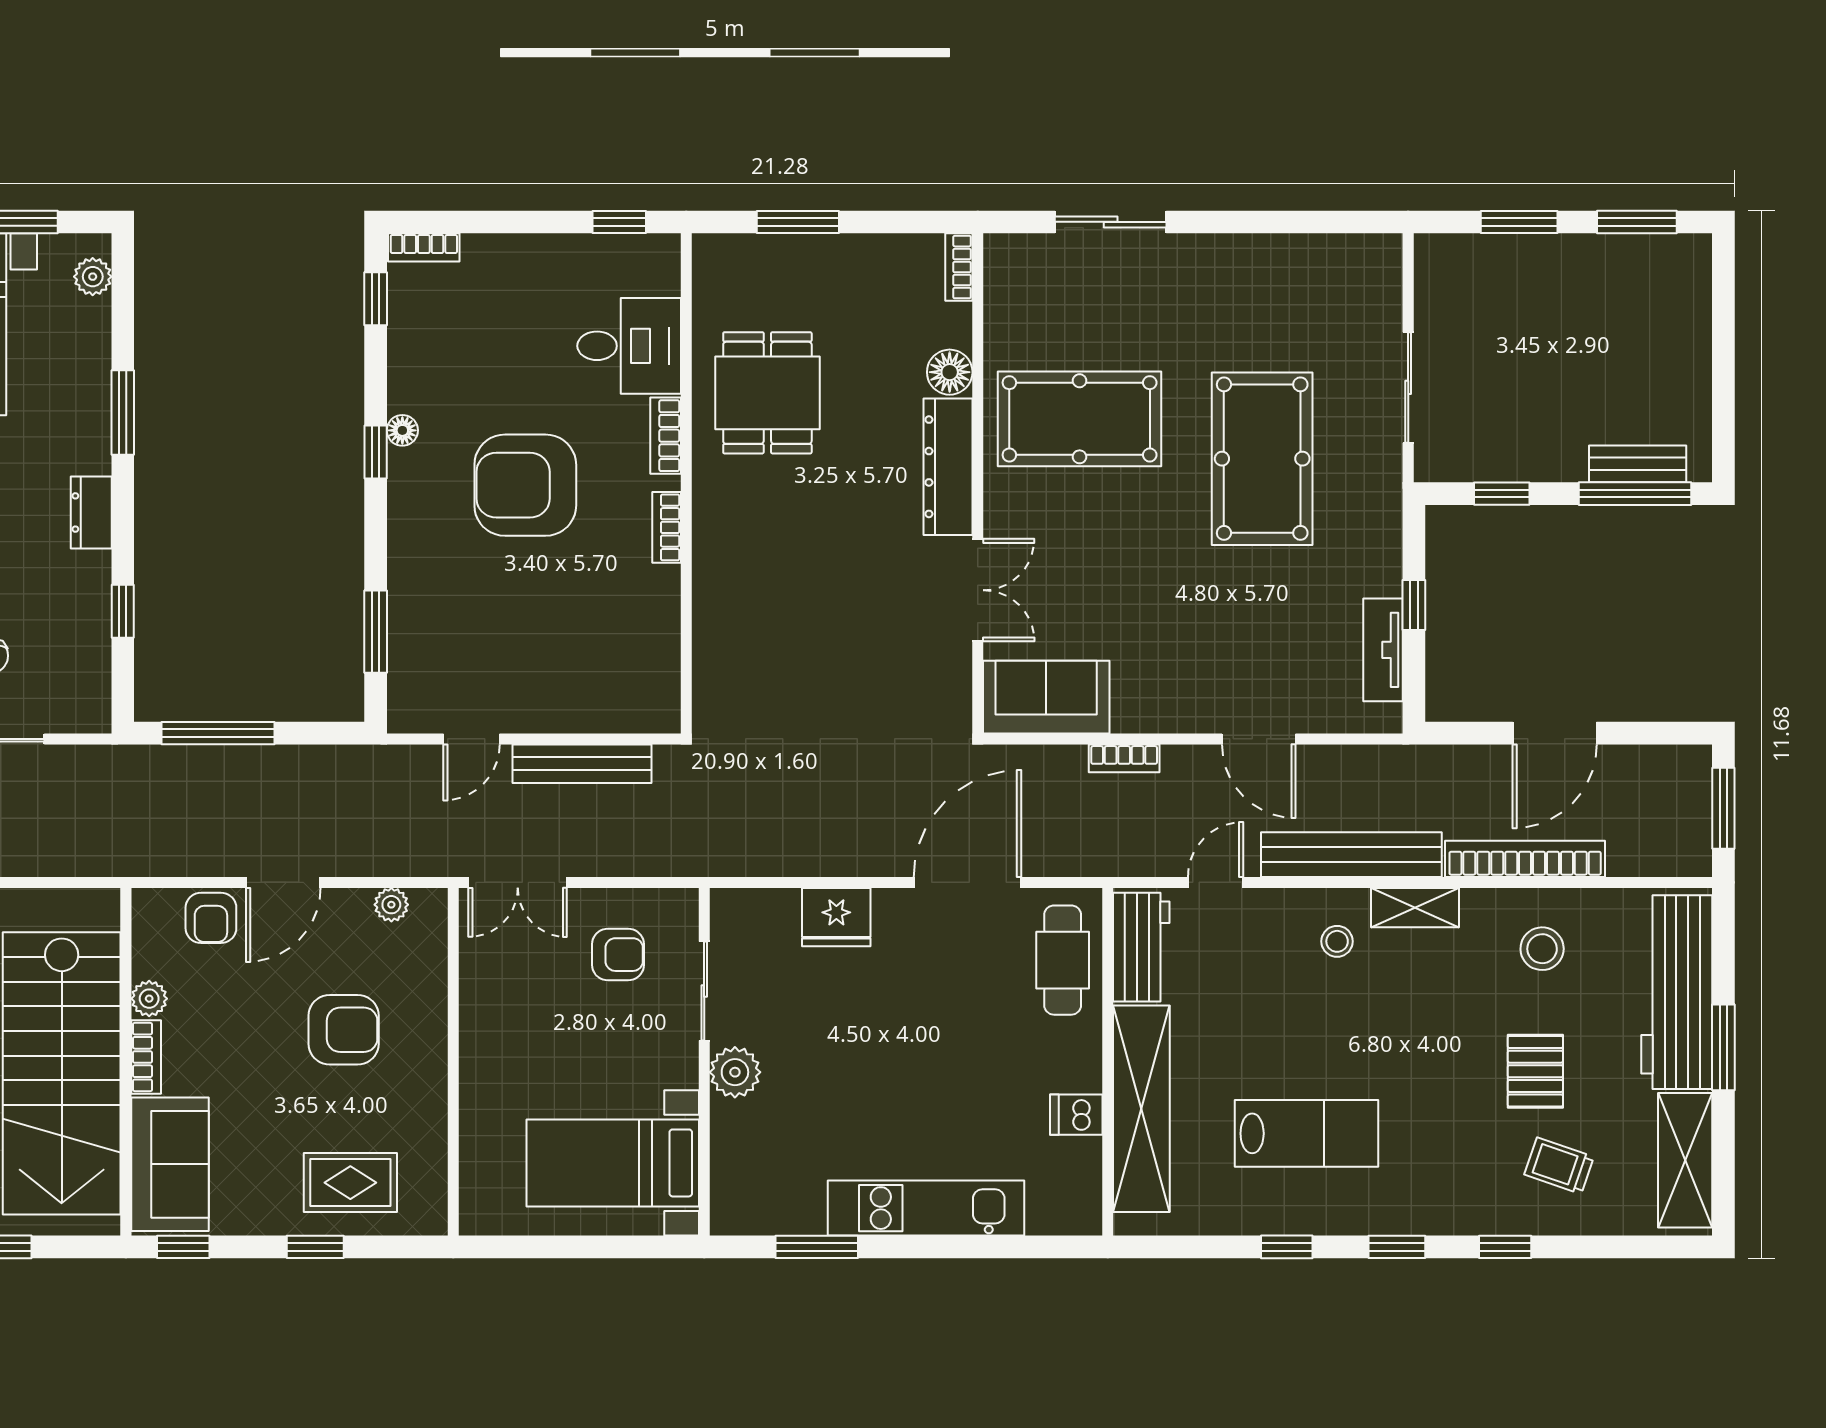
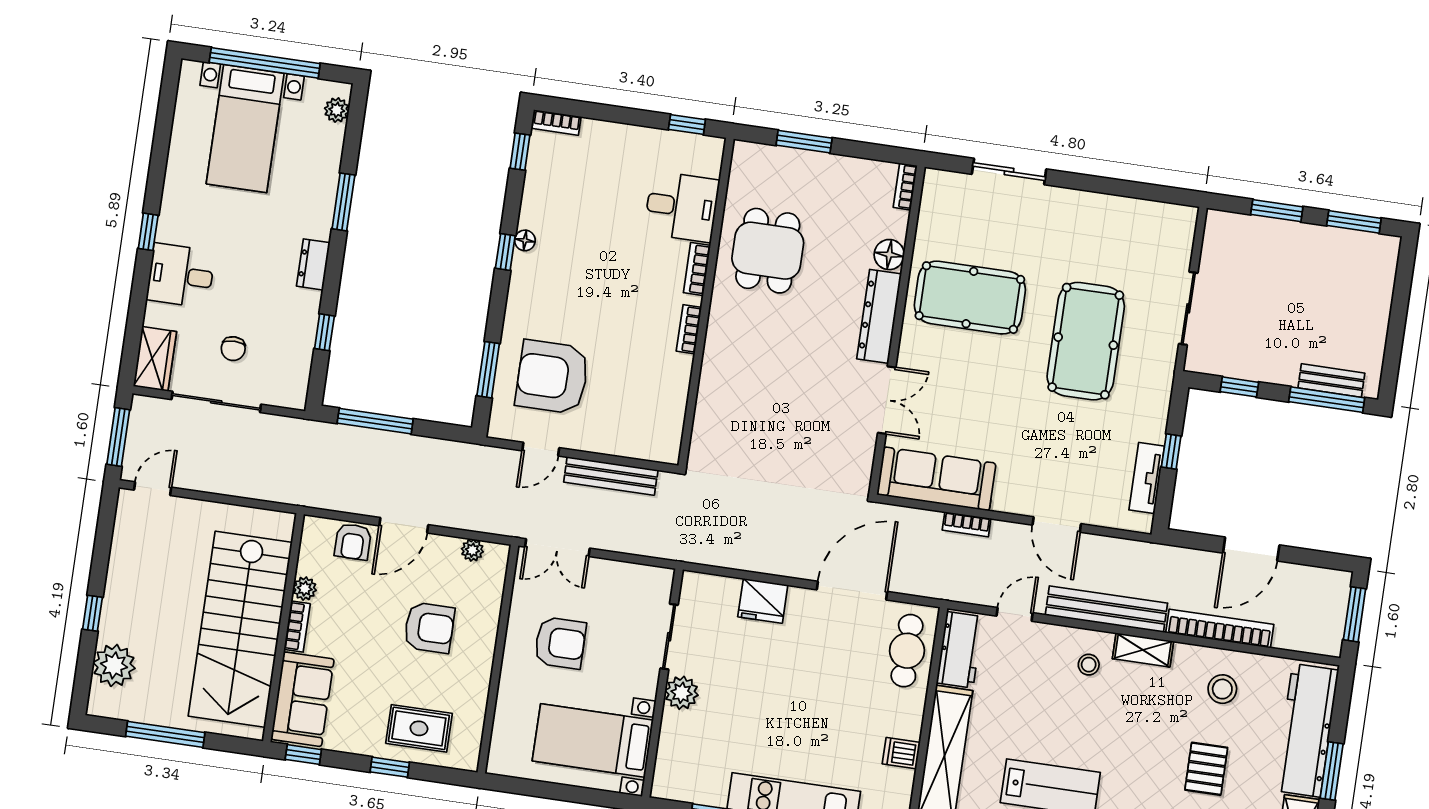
armchair: (525, 485) -> (552, 377), moved
sofa: (1046, 697) -> (936, 479), width x1.36
armchair: (618, 955) -> (560, 643), moved, width x1.38, depth x1.38

